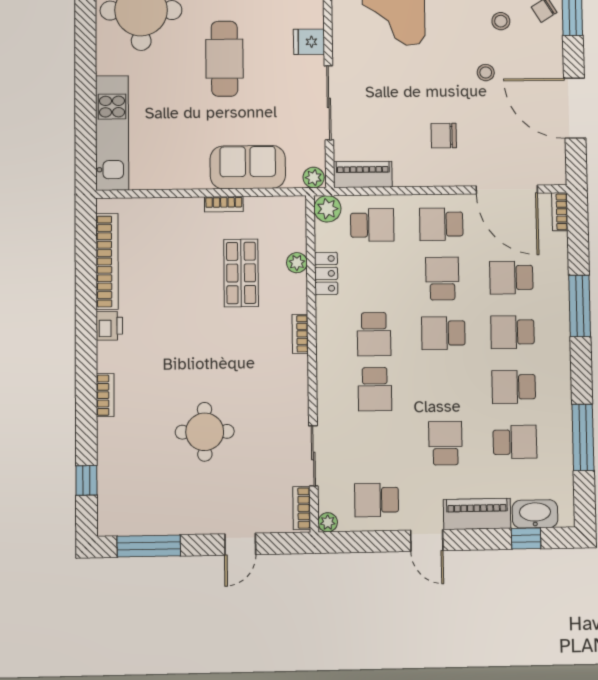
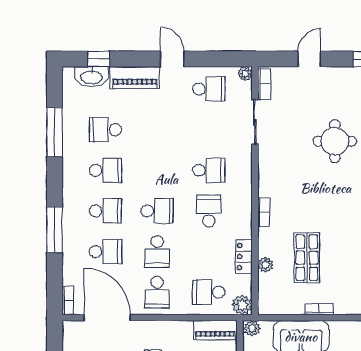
school desk: (441, 224) -> (157, 292), turned 90
school desk: (375, 389) -> (209, 170), turned 90
school desk: (445, 443) -> (157, 130), removed

